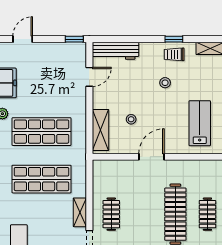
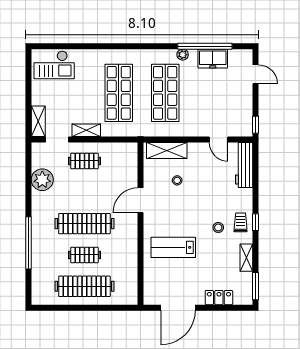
stool: (165, 83) -> (218, 227), moved
lab bench: (200, 123) -> (173, 247), turned 180
door: (151, 157) -> (141, 200), swing flipped

